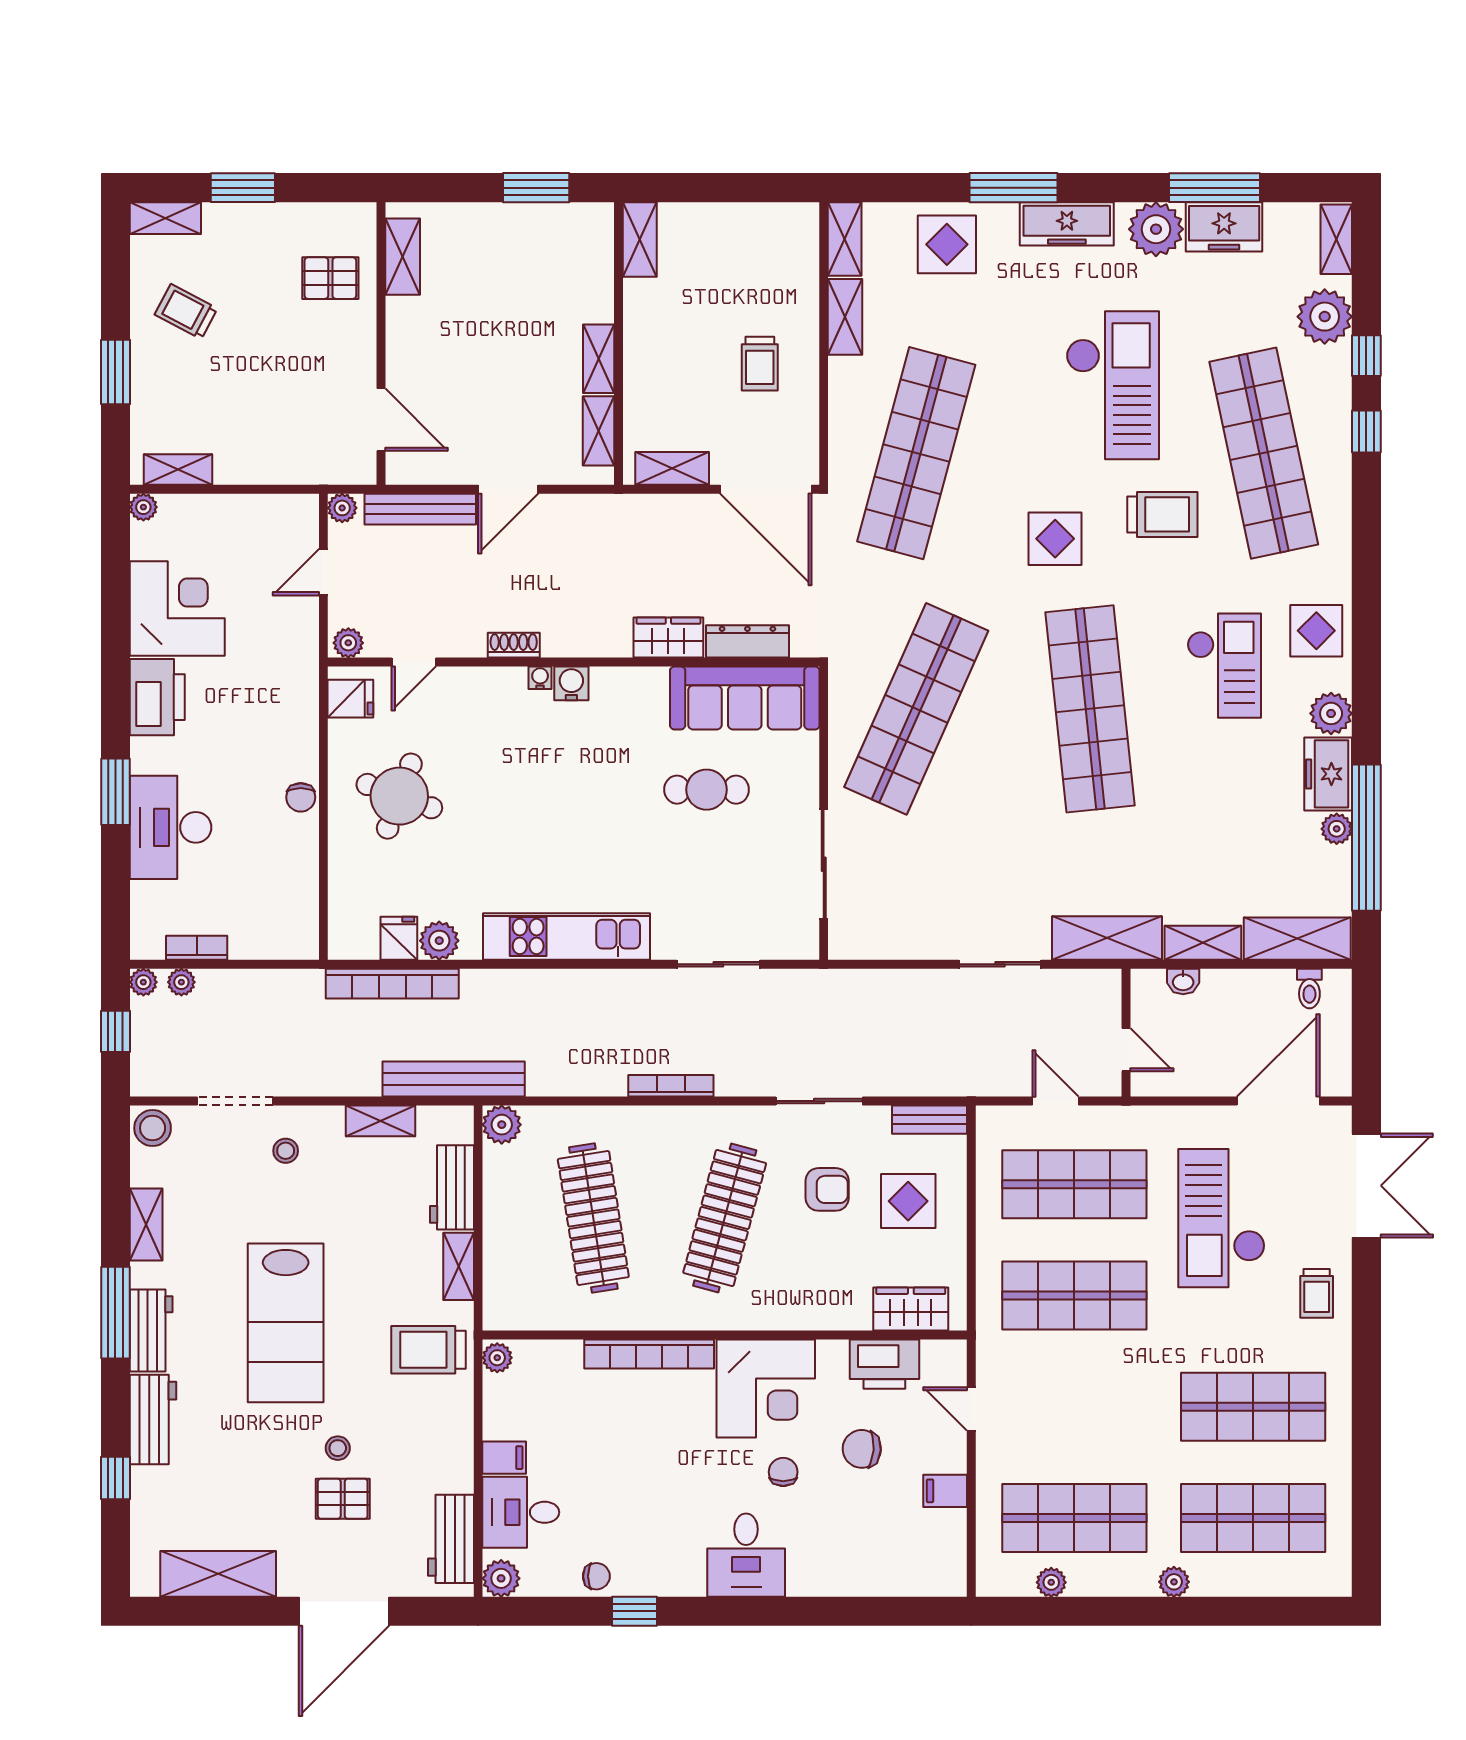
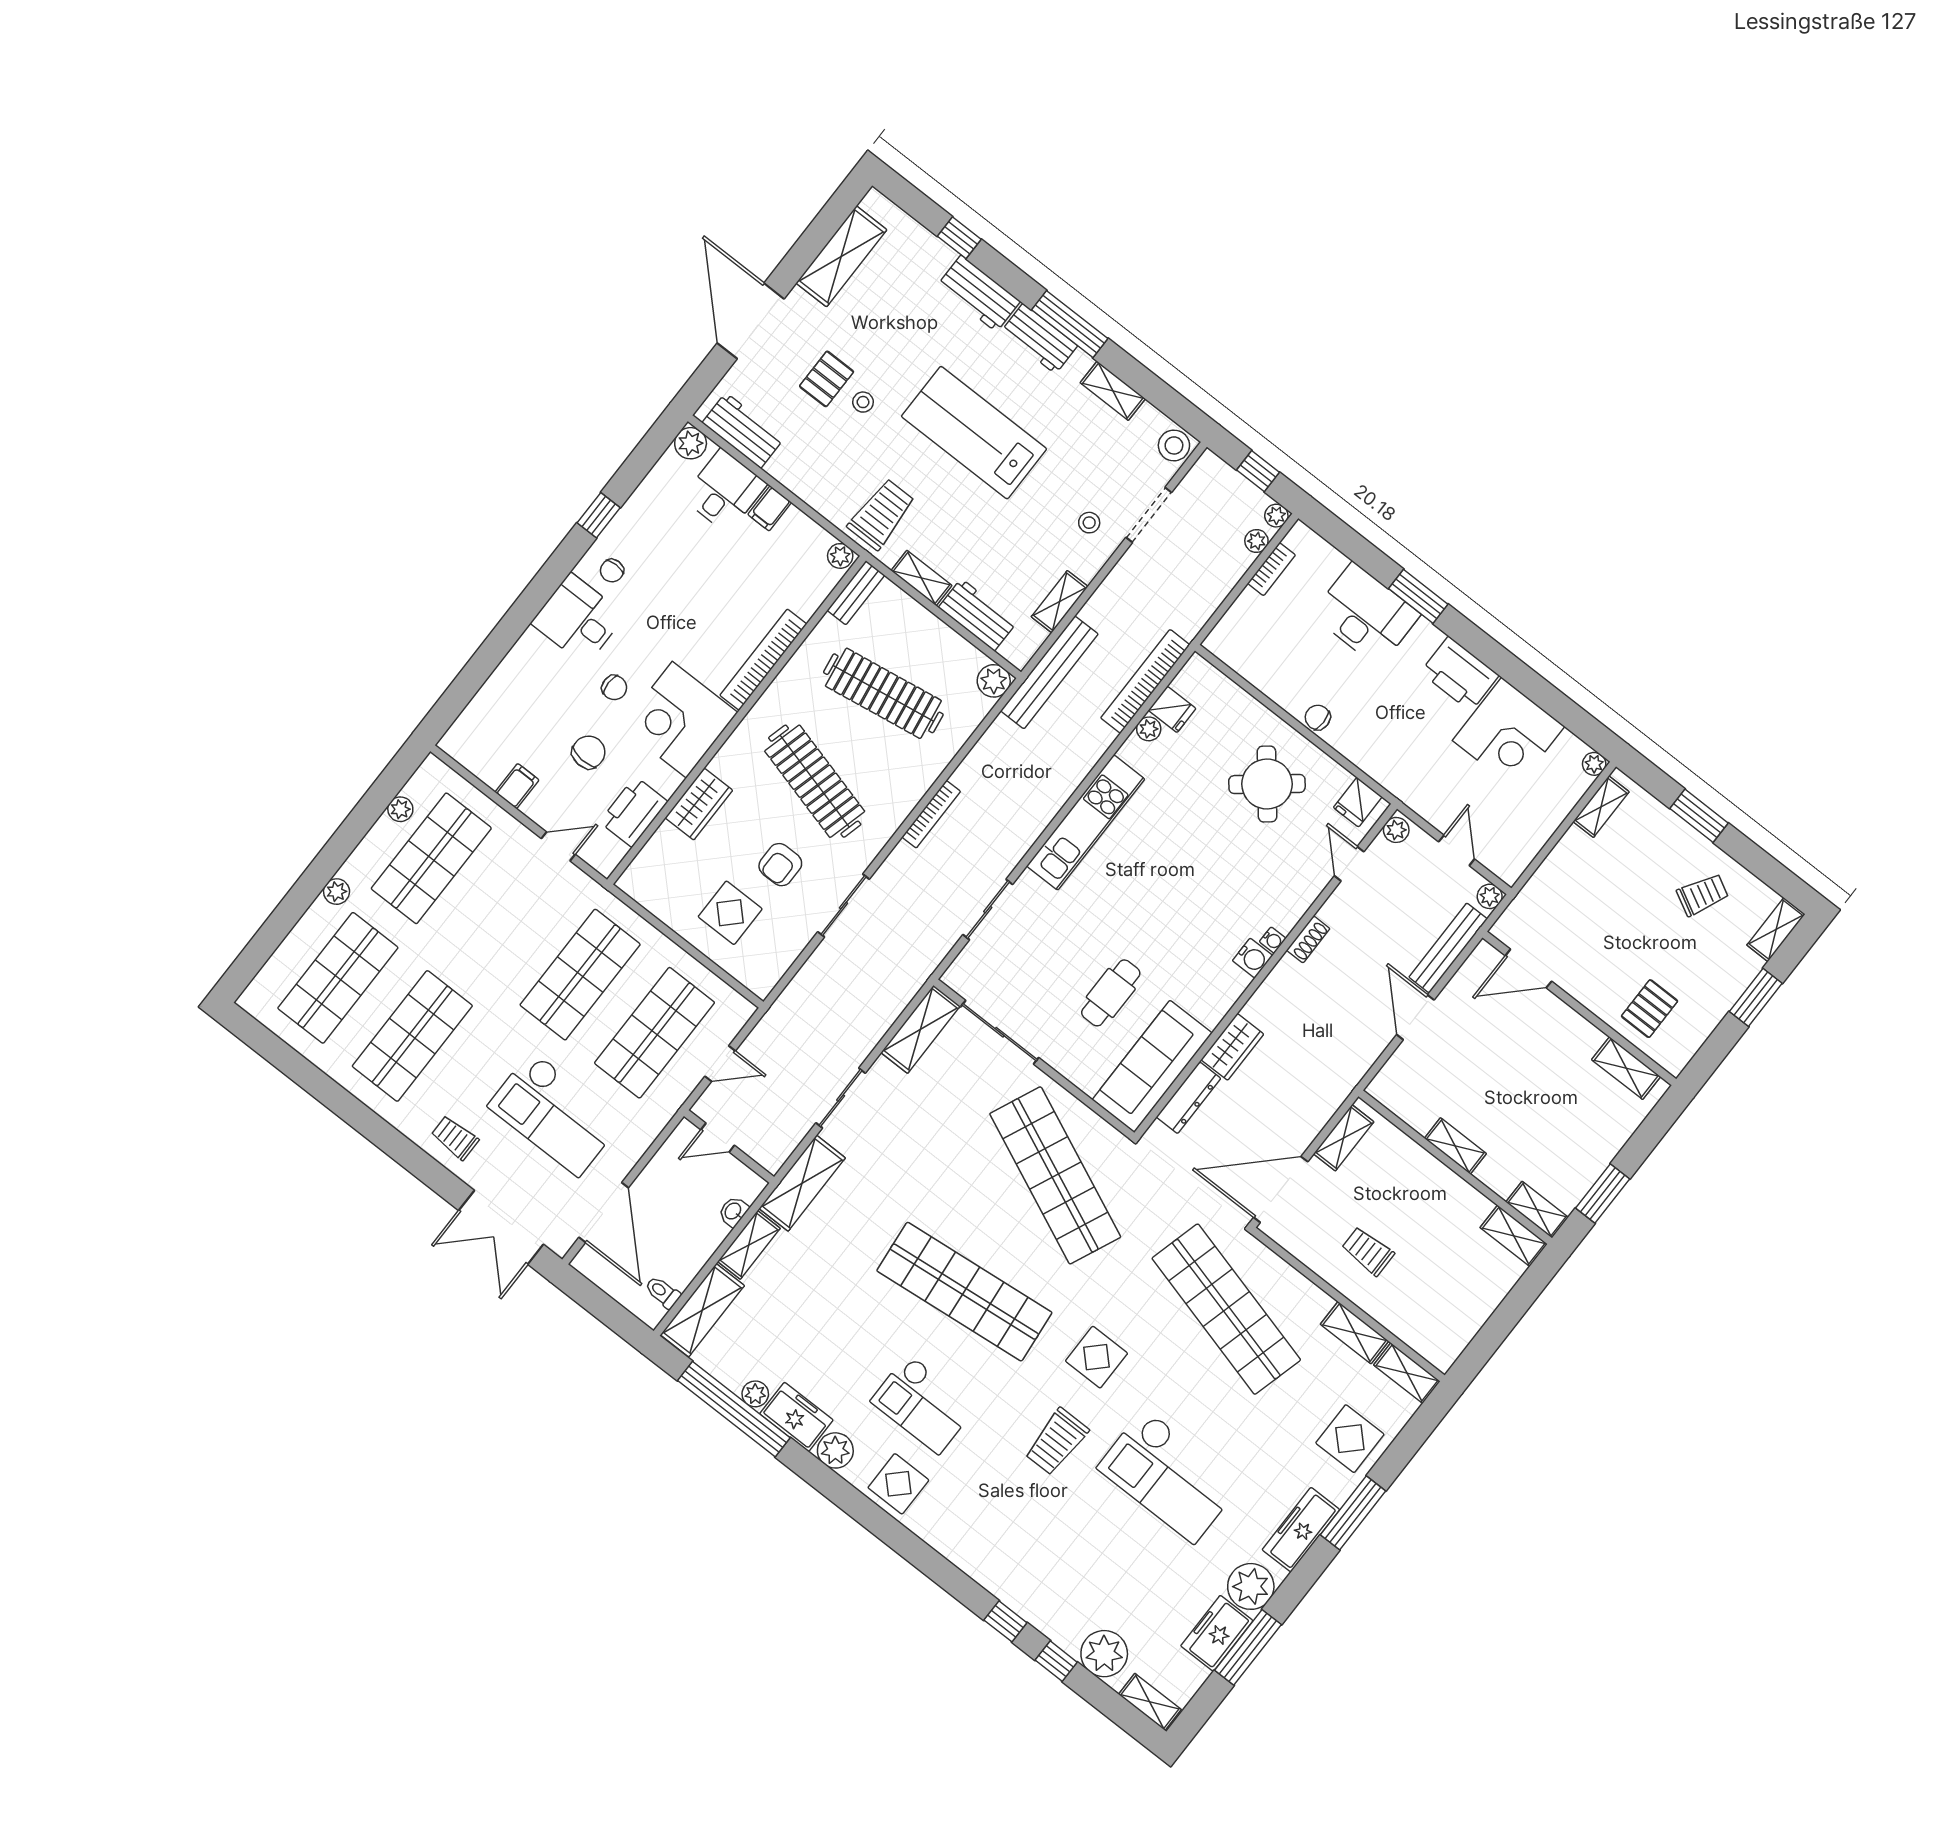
shelving: (599, 431) -> (1537, 1210), moved
shop shelf: (1264, 453) -> (1045, 1541), removed
round table: (399, 796) -> (1267, 784), turned 31
shelving: (878, 940) -> (921, 1029), added
plant: (439, 941) -> (1149, 729), width x0.73, depth x0.73
bench: (930, 1120) -> (856, 593), moved
checkout: (1222, 1218) -> (555, 1113), turned 180
wardrobe: (911, 1309) -> (699, 804), moved
chair: (596, 1576) -> (612, 571), moved

